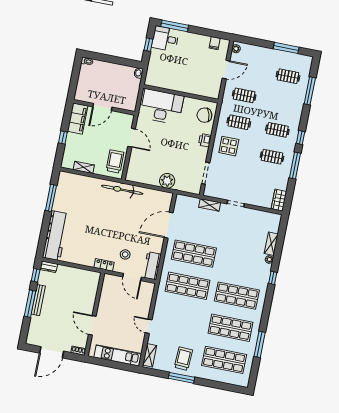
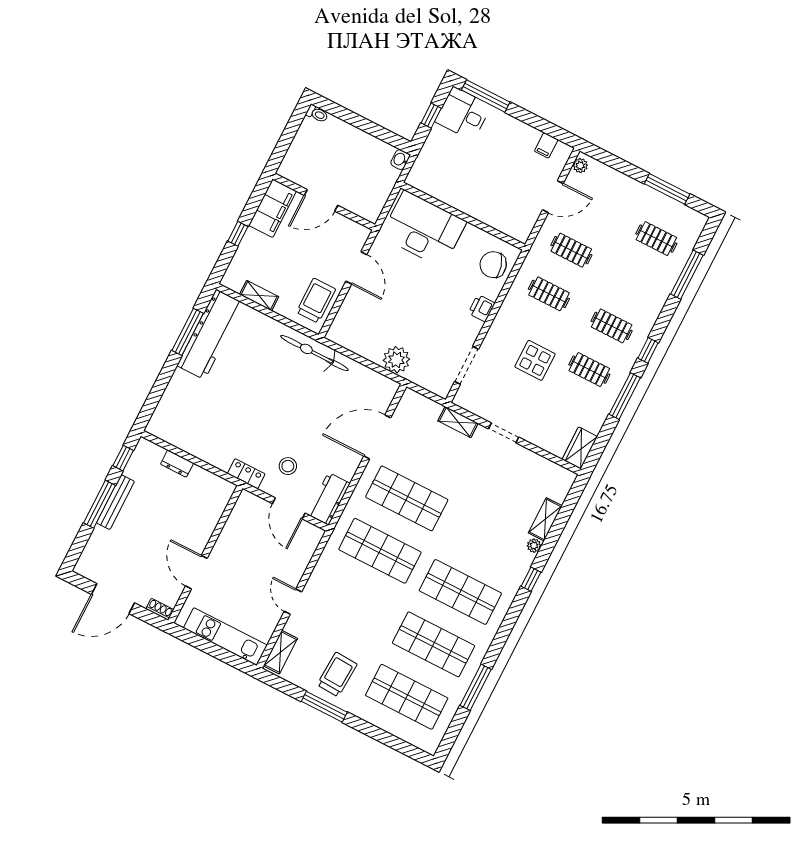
display table: (229, 146) -> (535, 360), moved
workbench: (56, 236) -> (210, 334), moved
dresser: (49, 267) -> (177, 464), moved

